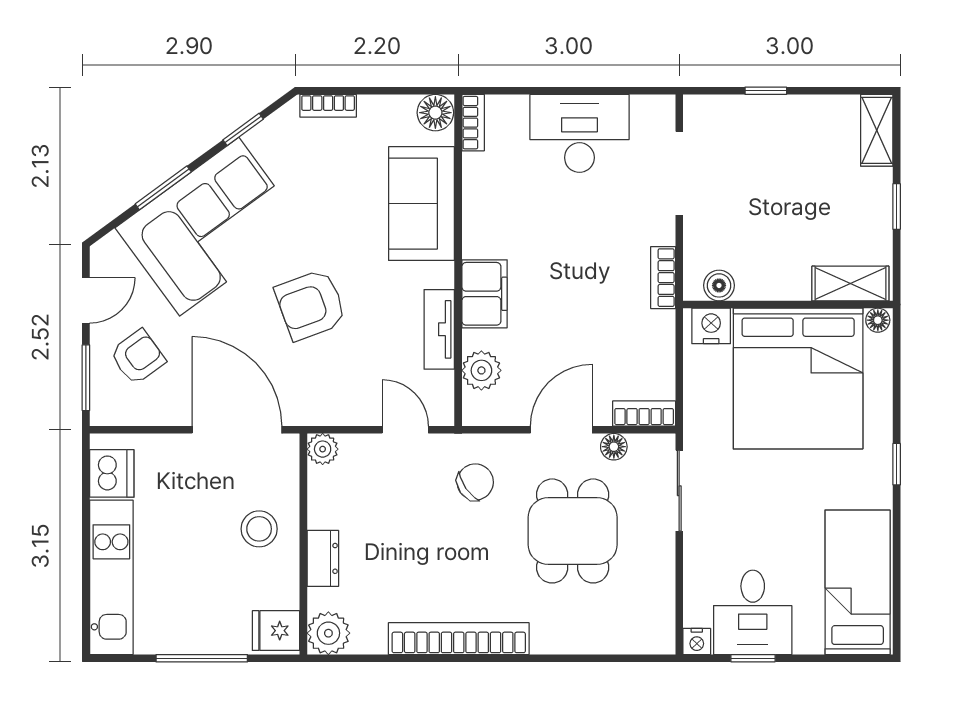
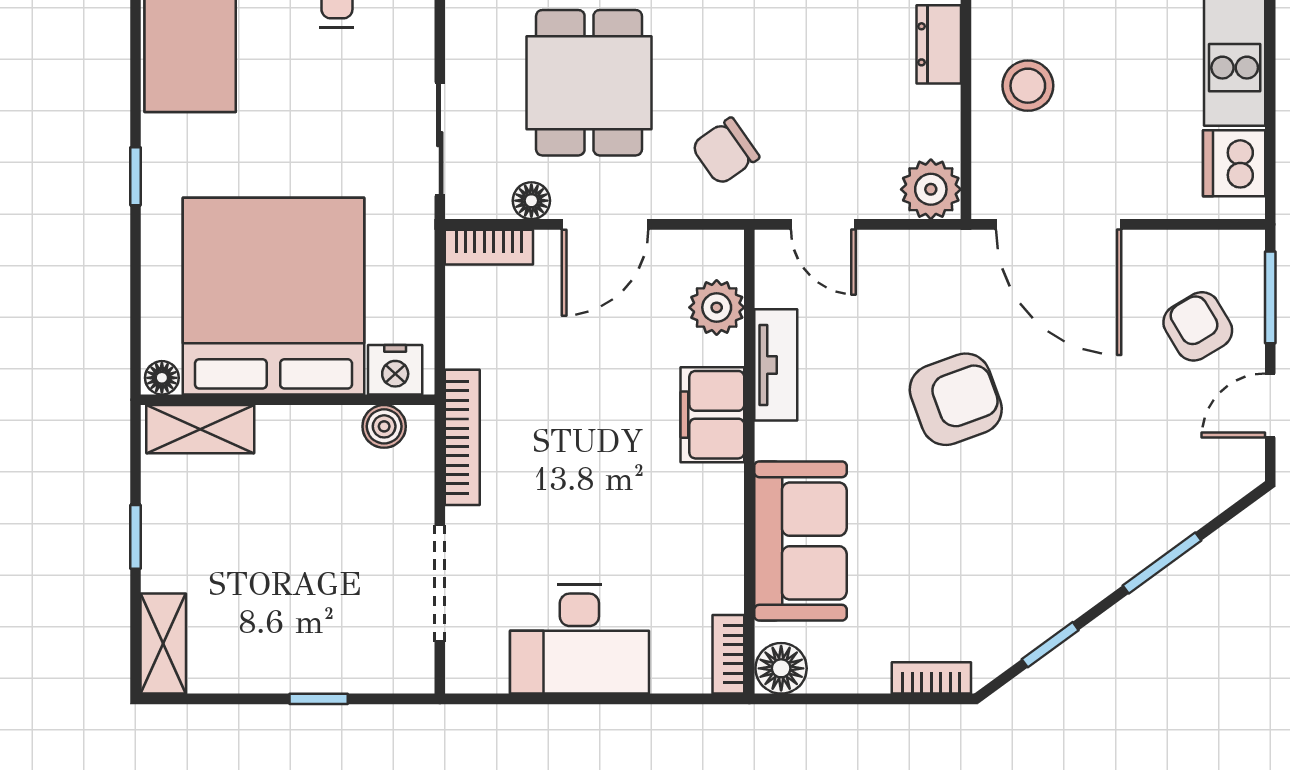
corner sofa: (209, 227) -> (1098, 509), removed
bookcase: (663, 278) -> (462, 437), width x1.56
armchair: (138, 357) -> (1198, 326), turned 95
plant: (323, 449) -> (931, 189), width x1.38, depth x1.38

